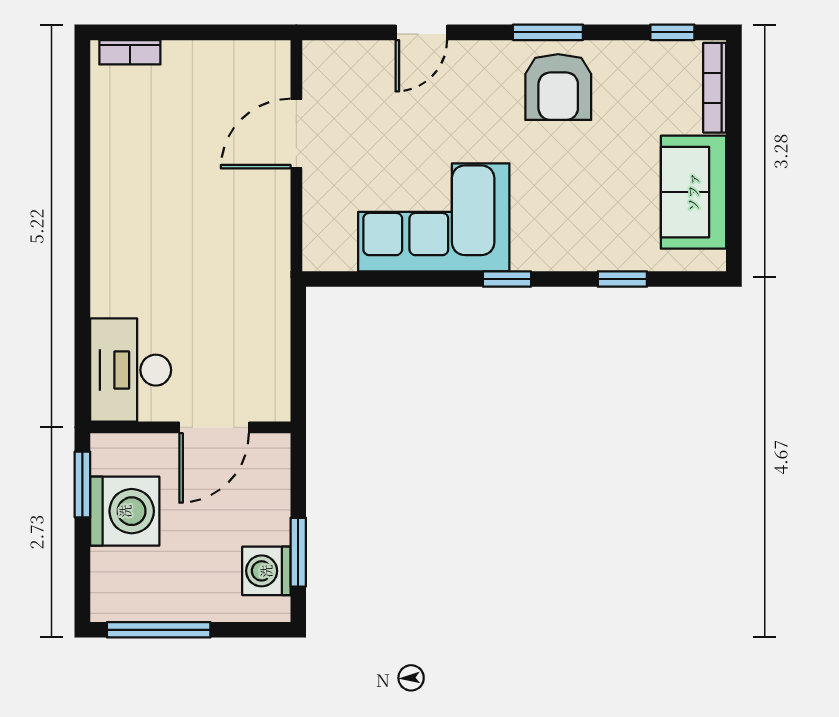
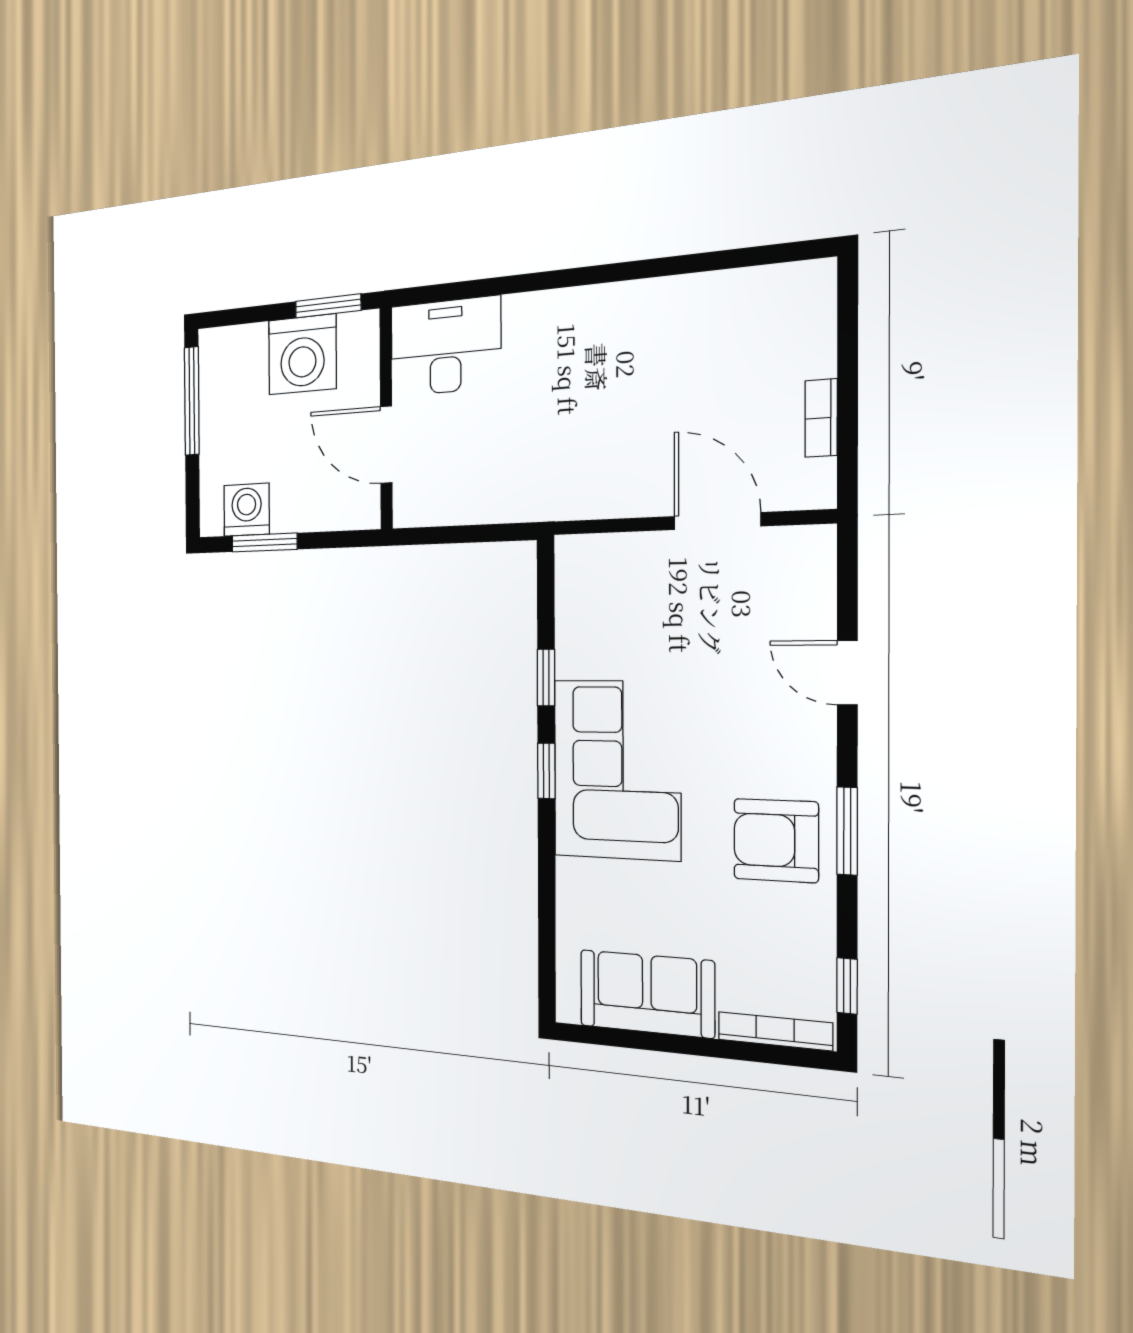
bookcase: (130, 52) -> (821, 418), moved
corner sofa: (434, 217) -> (617, 770), moved
window: (622, 279) -> (546, 678), moved

